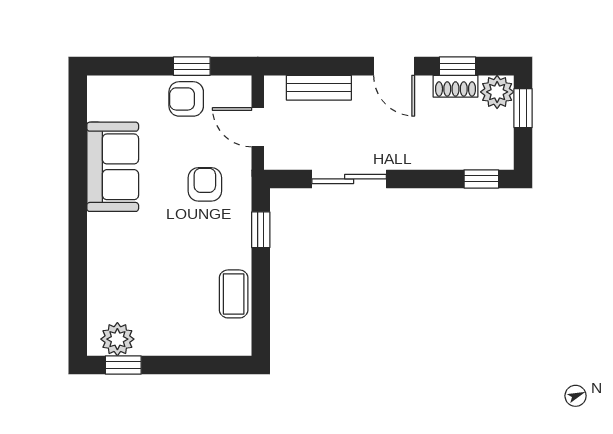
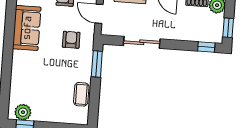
window: (523, 108) -> (228, 28), moved
window: (261, 230) -> (97, 64), width x1.50

